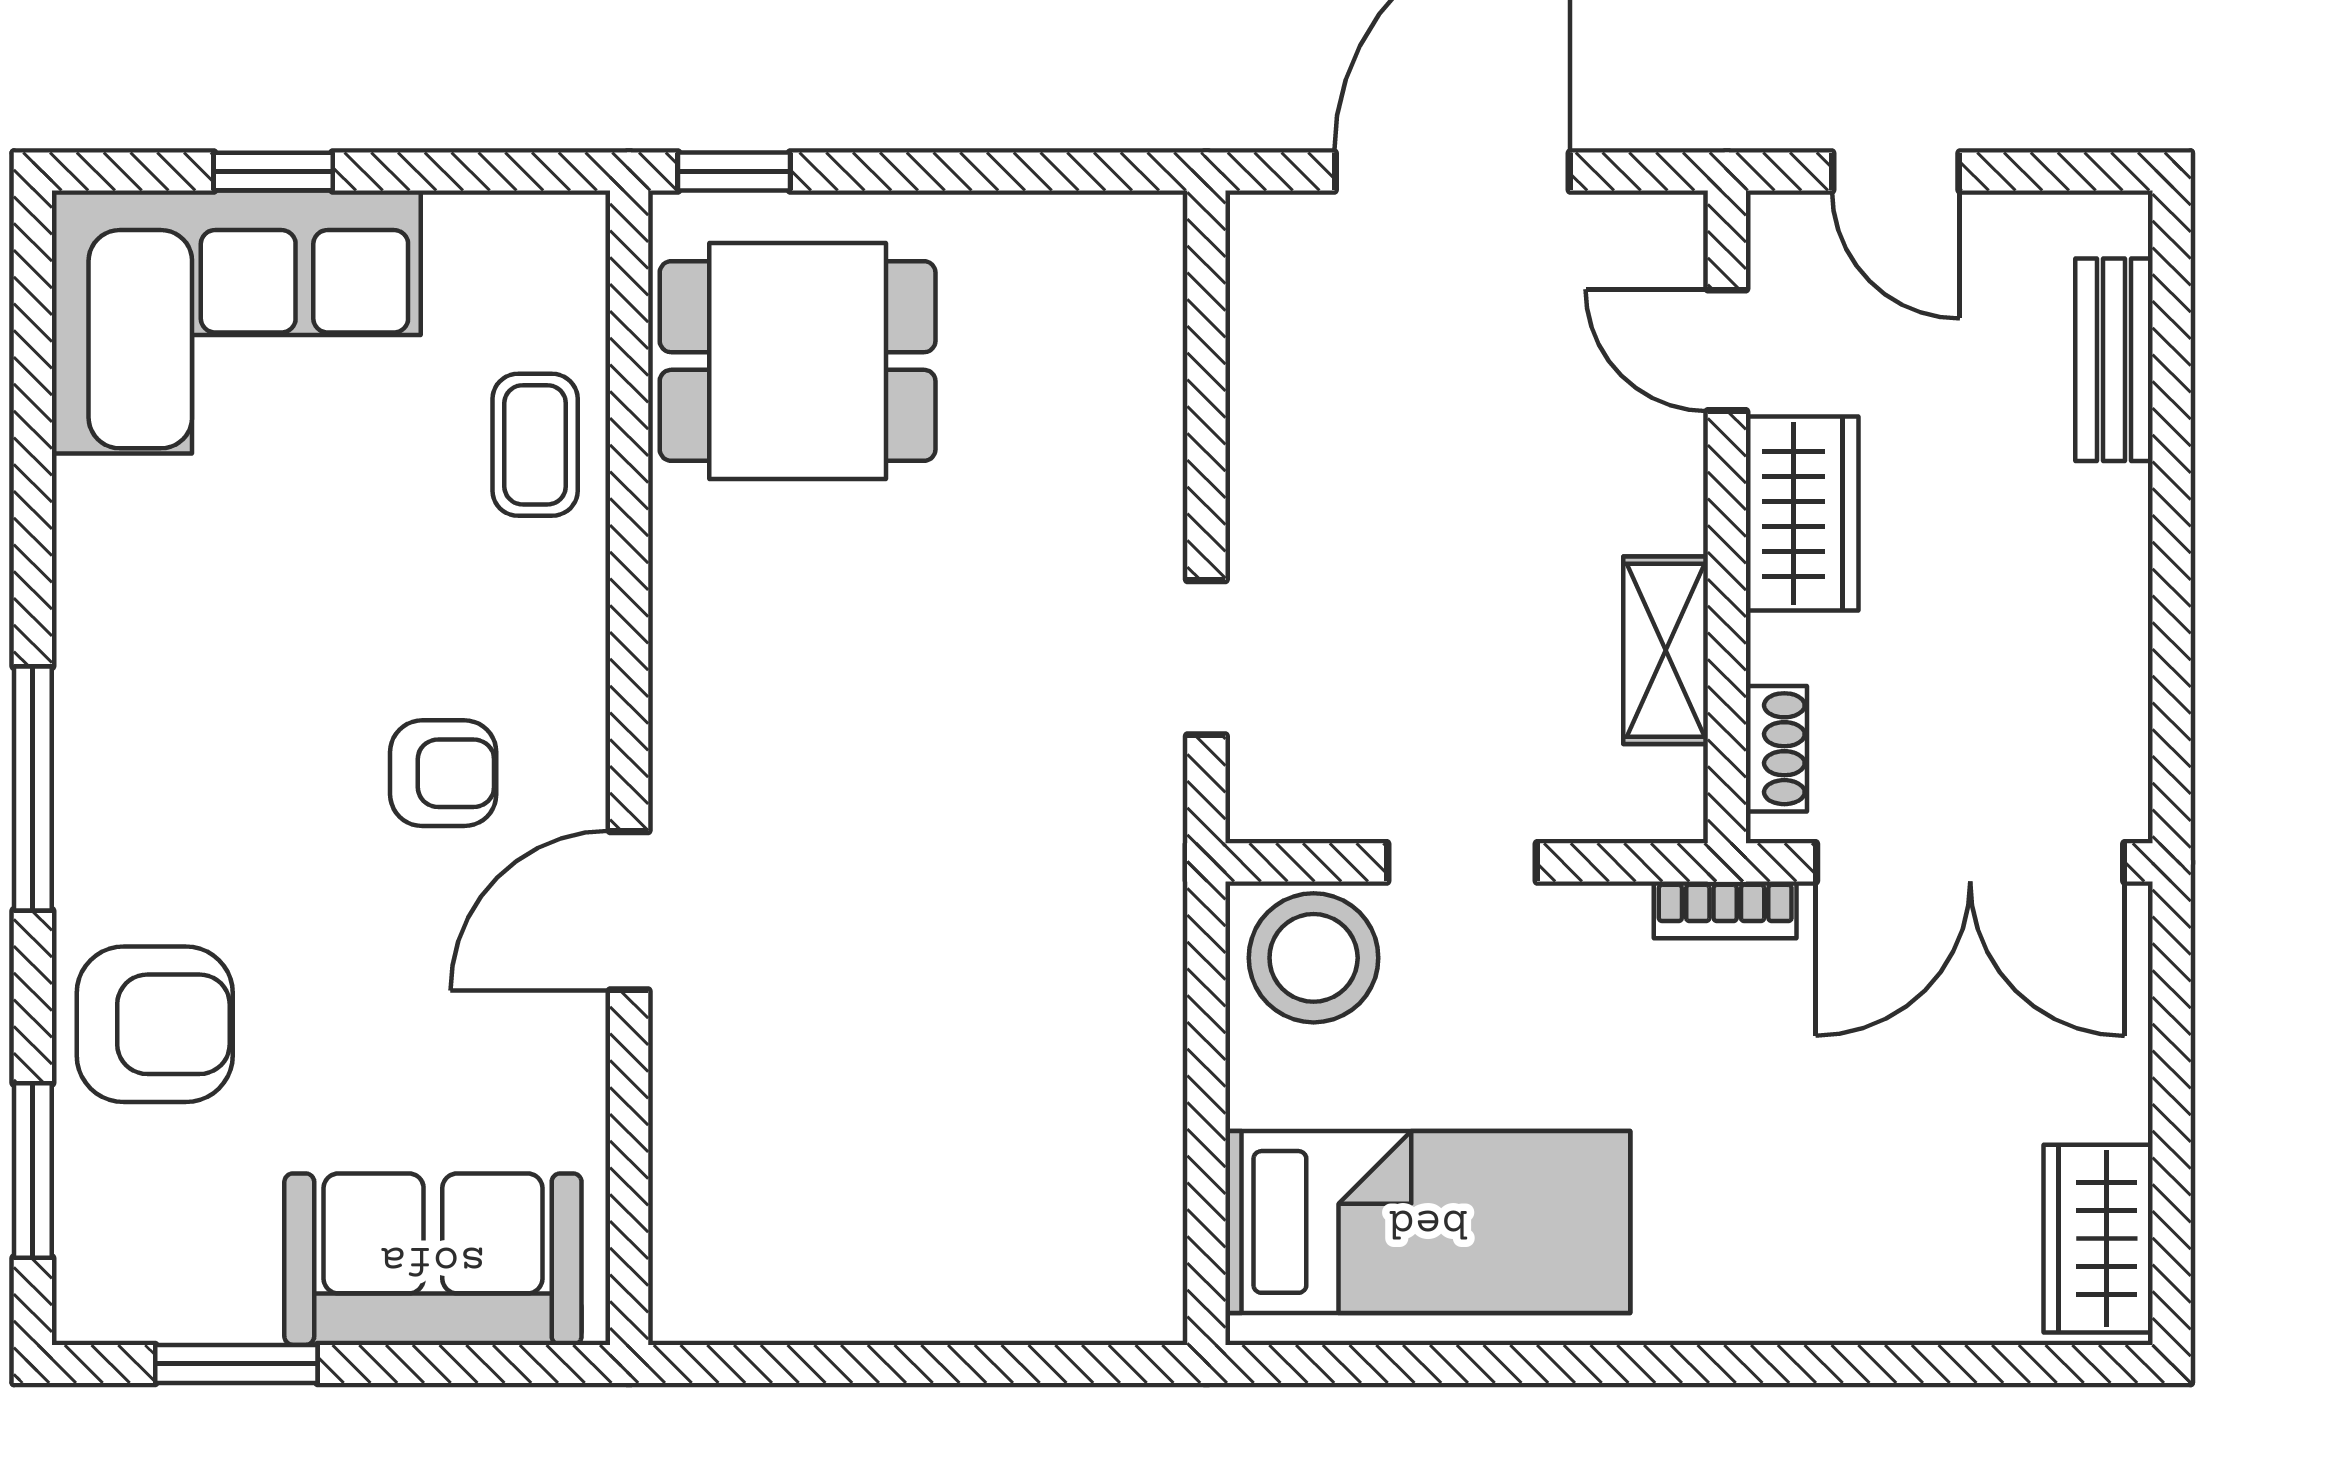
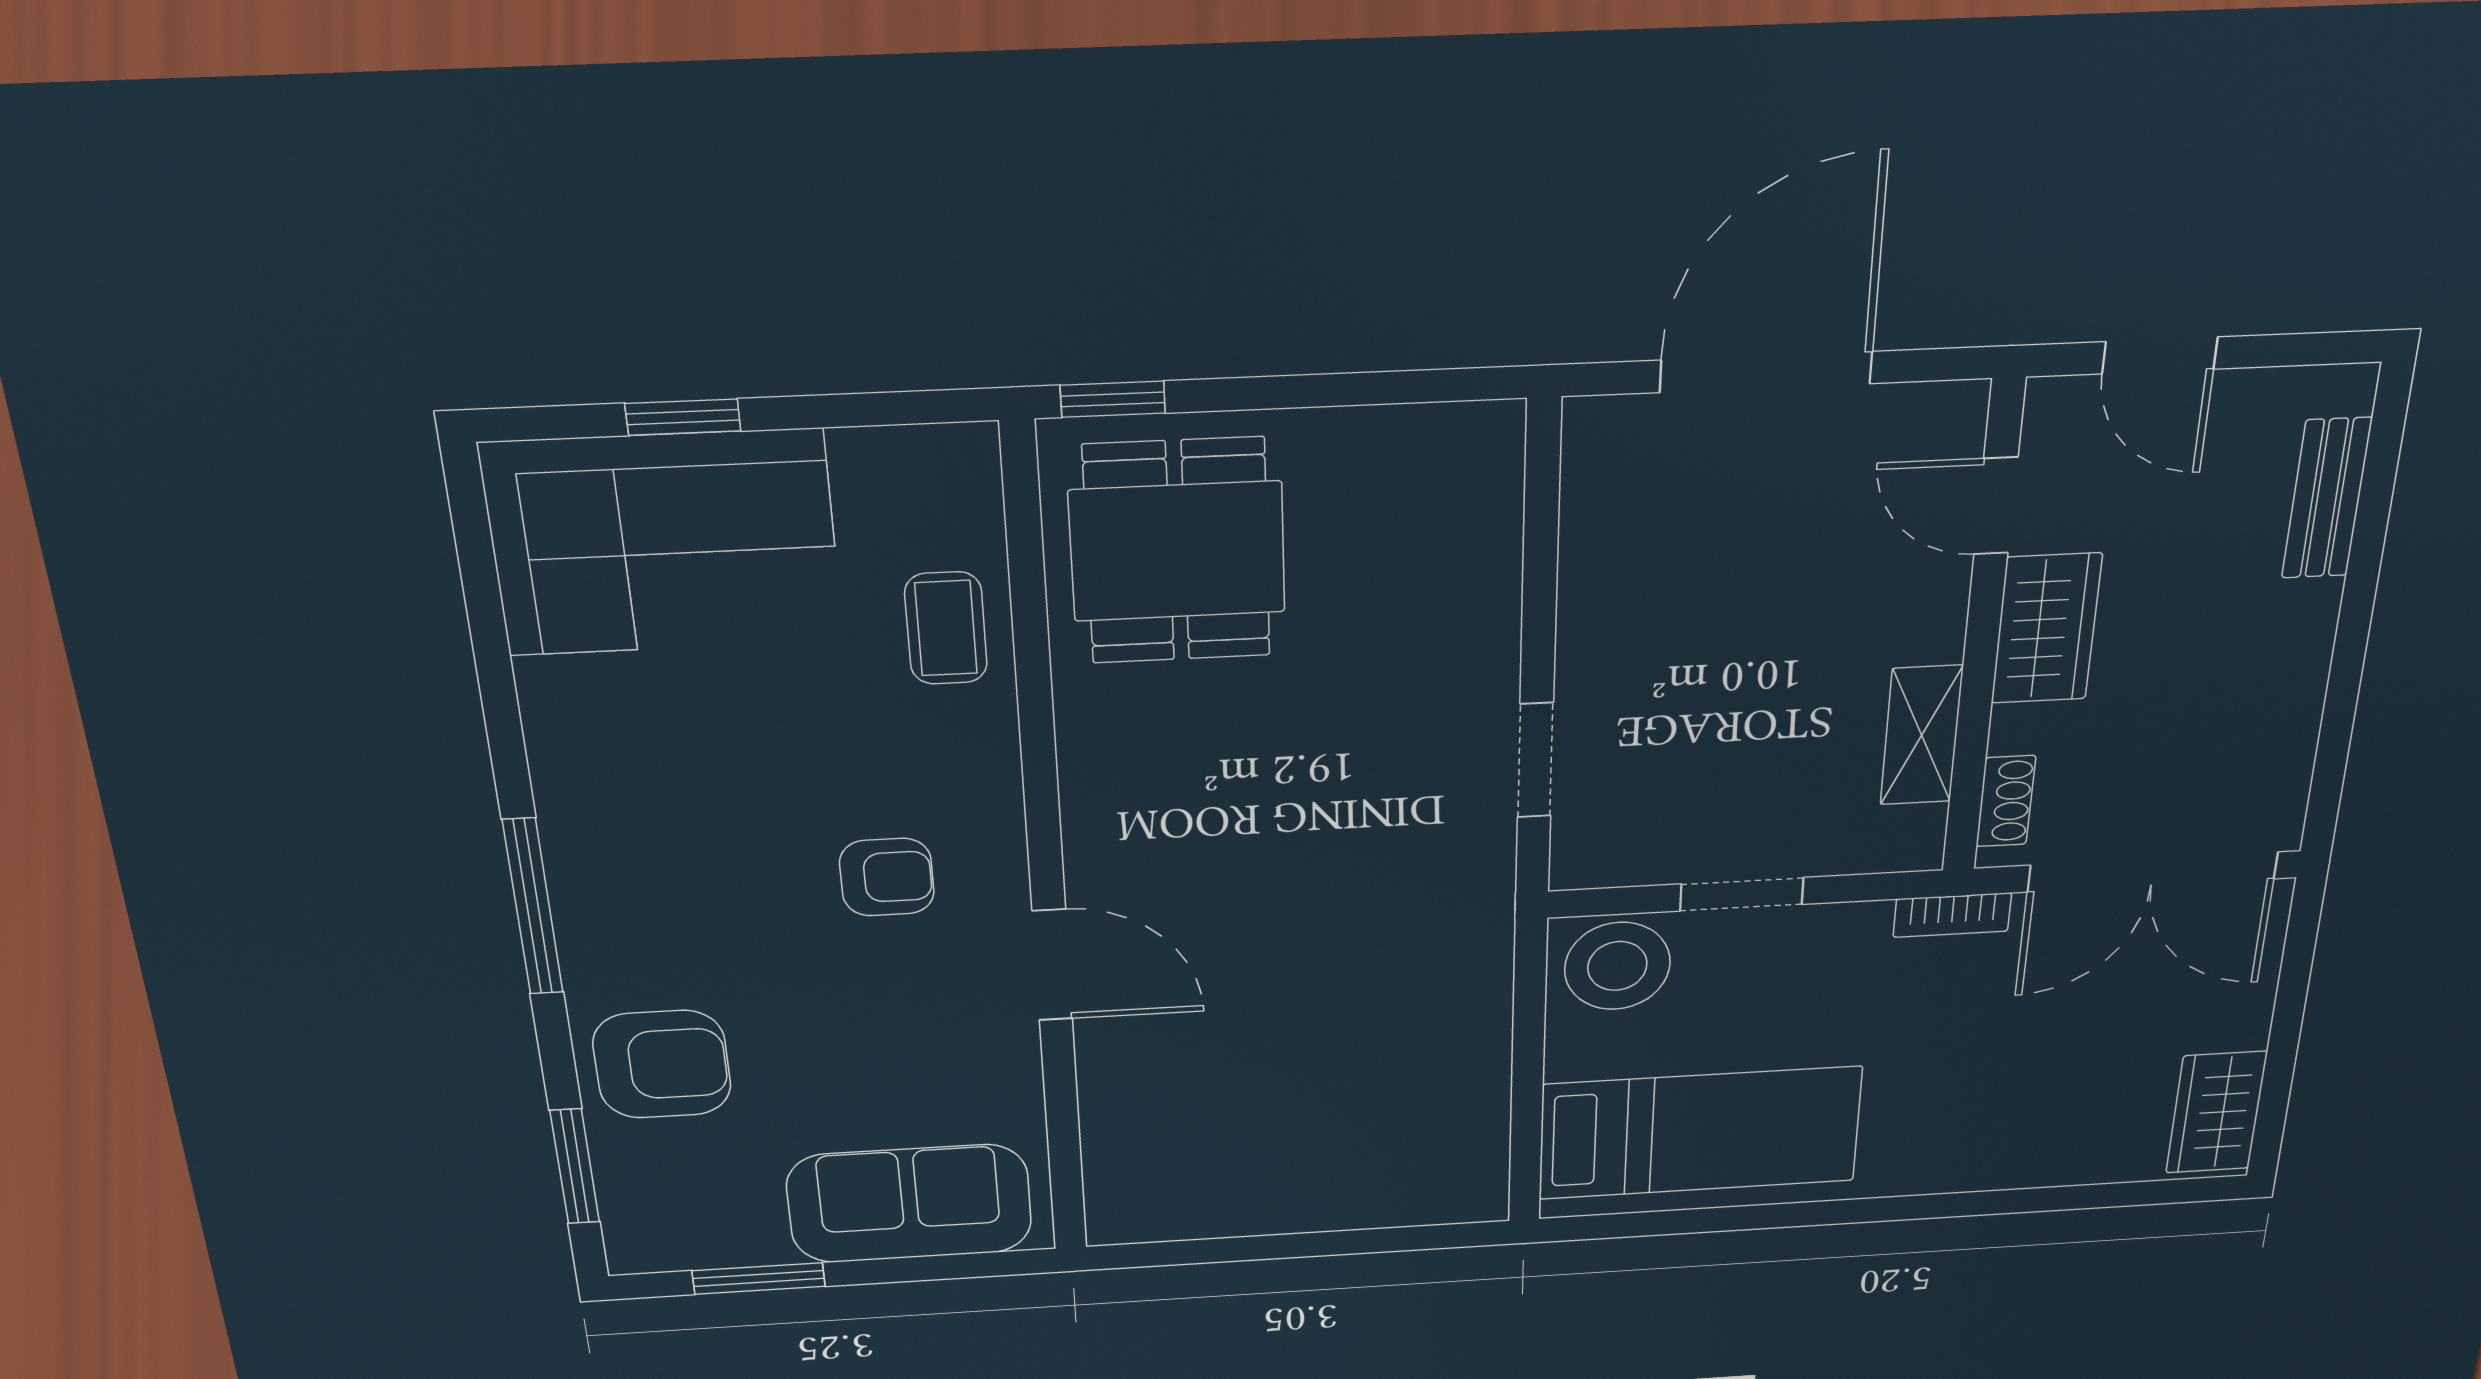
dining table: (798, 361) -> (1177, 551), turned 90
door: (629, 911) -> (1052, 965), swing flipped

